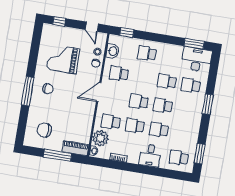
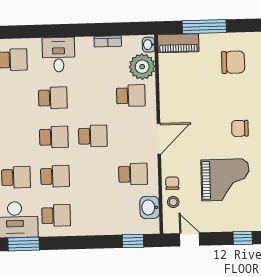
school desk: (147, 53) -> (56, 215), moved
school desk: (135, 126) -> (92, 97), removed

